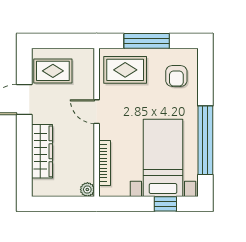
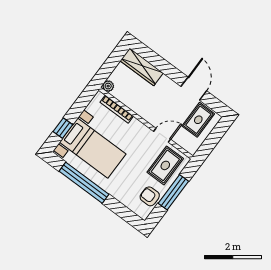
armchair: (176, 76) -> (150, 196), moved
door: (97, 112) -> (162, 135), moved
wardrobe: (42, 151) -> (142, 67), moved

